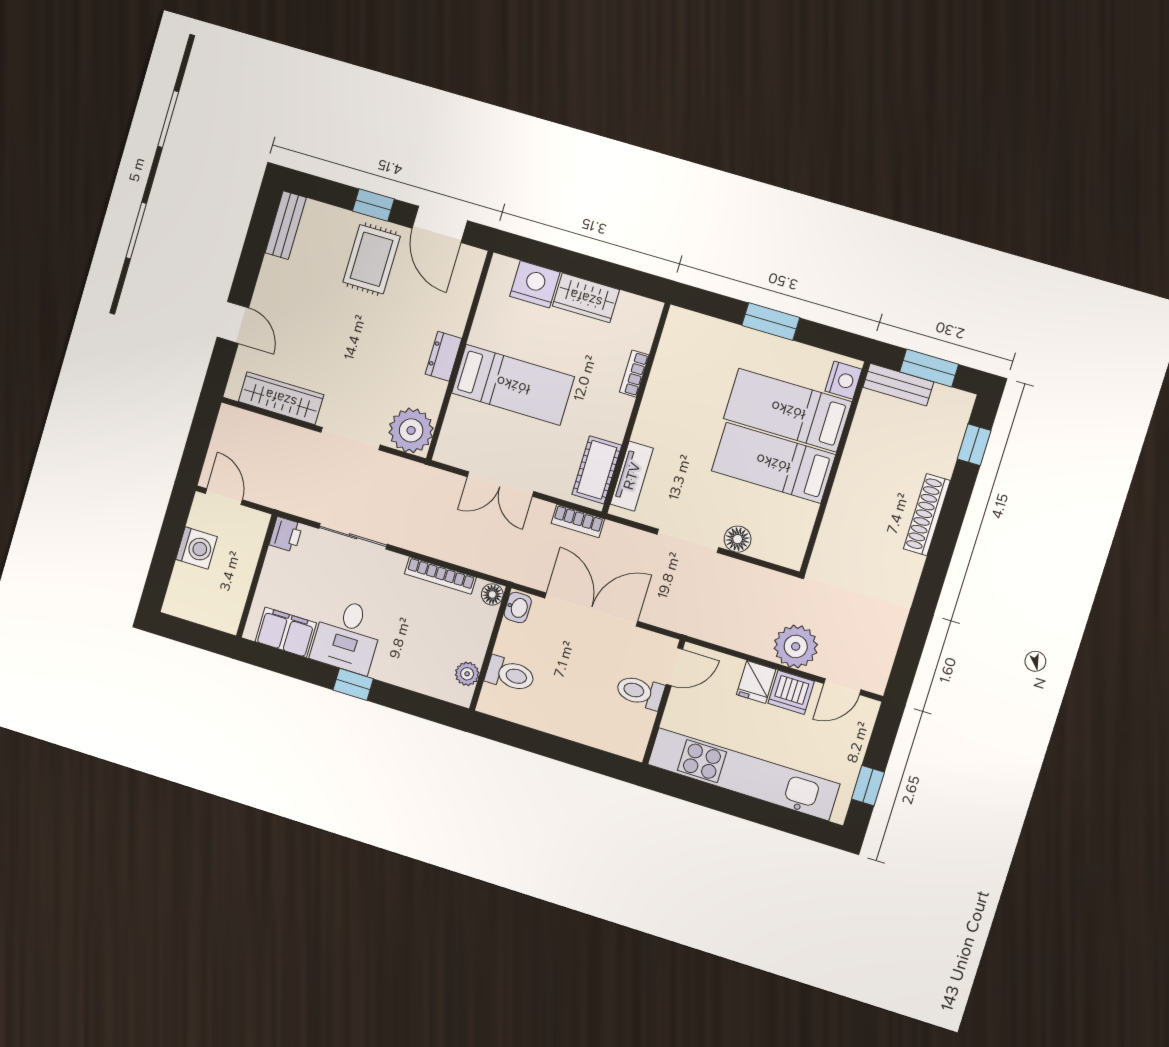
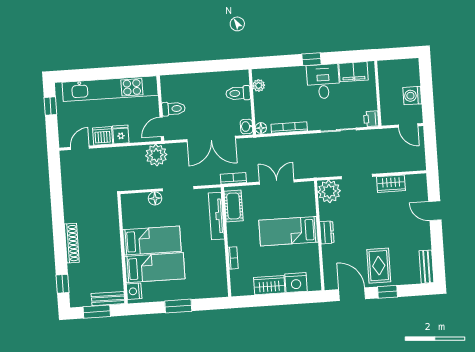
wardrobe: (281, 398) -> (391, 184), width x0.67
tv unit: (632, 476) -> (216, 216), width x1.41
plant: (796, 646) -> (156, 155), moved

